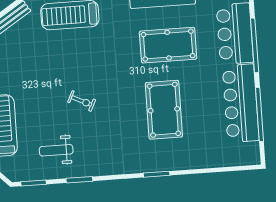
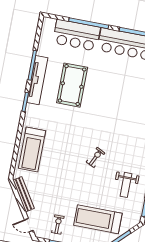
pool table: (164, 110) -> (117, 100), removed

